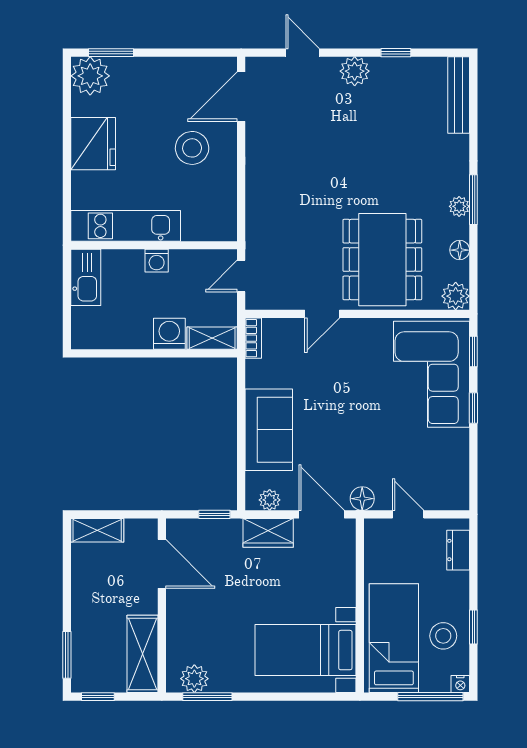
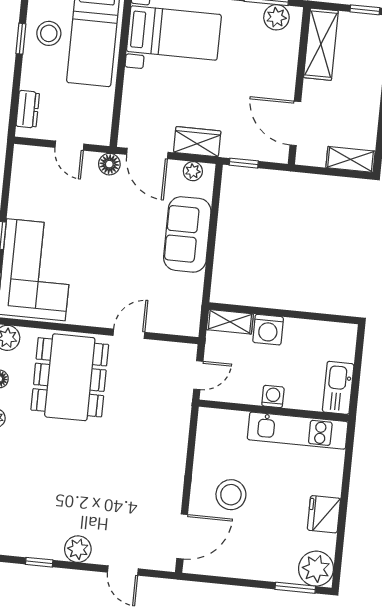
fridge: (93, 144) -> (324, 514), width x0.73, depth x0.75
bookcase: (253, 338) -> (193, 318), removed

